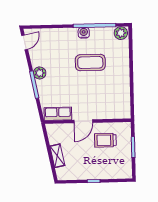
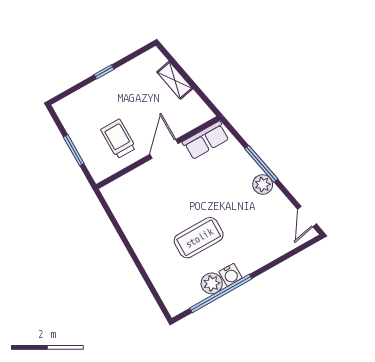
plant: (121, 33) -> (212, 283), moved
trolley: (105, 140) -> (118, 139), turned -90

